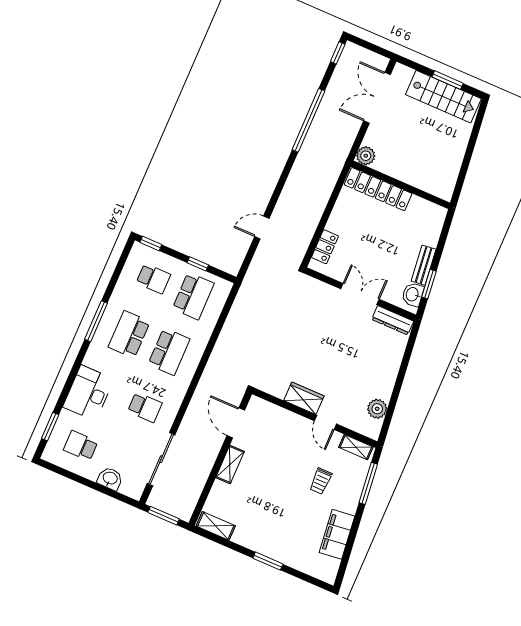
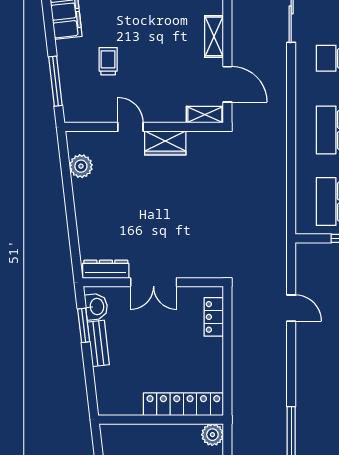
door: (262, 227) -> (291, 308), hinge flipped
shelving: (356, 447) -> (205, 115), moved

